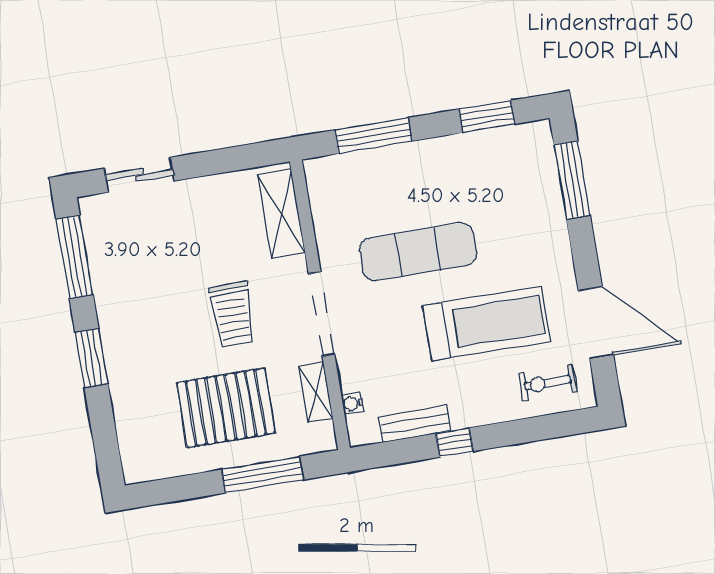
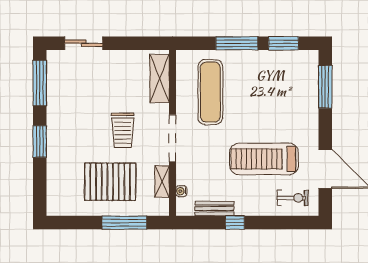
window: (373, 136) -> (237, 43), moved
exercise mat: (418, 252) -> (210, 92), moved, turned 90
treadmill: (487, 323) -> (264, 159), turned 180
exercise bike: (548, 383) -> (293, 198), turned 180

